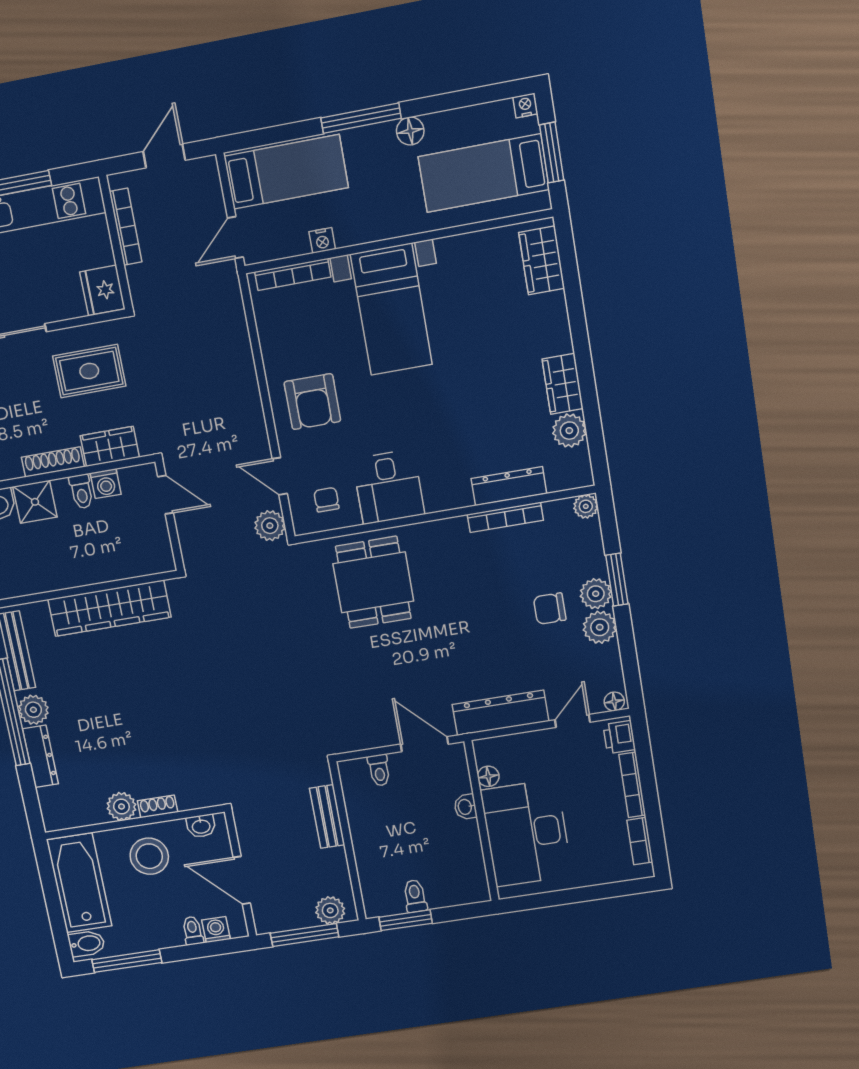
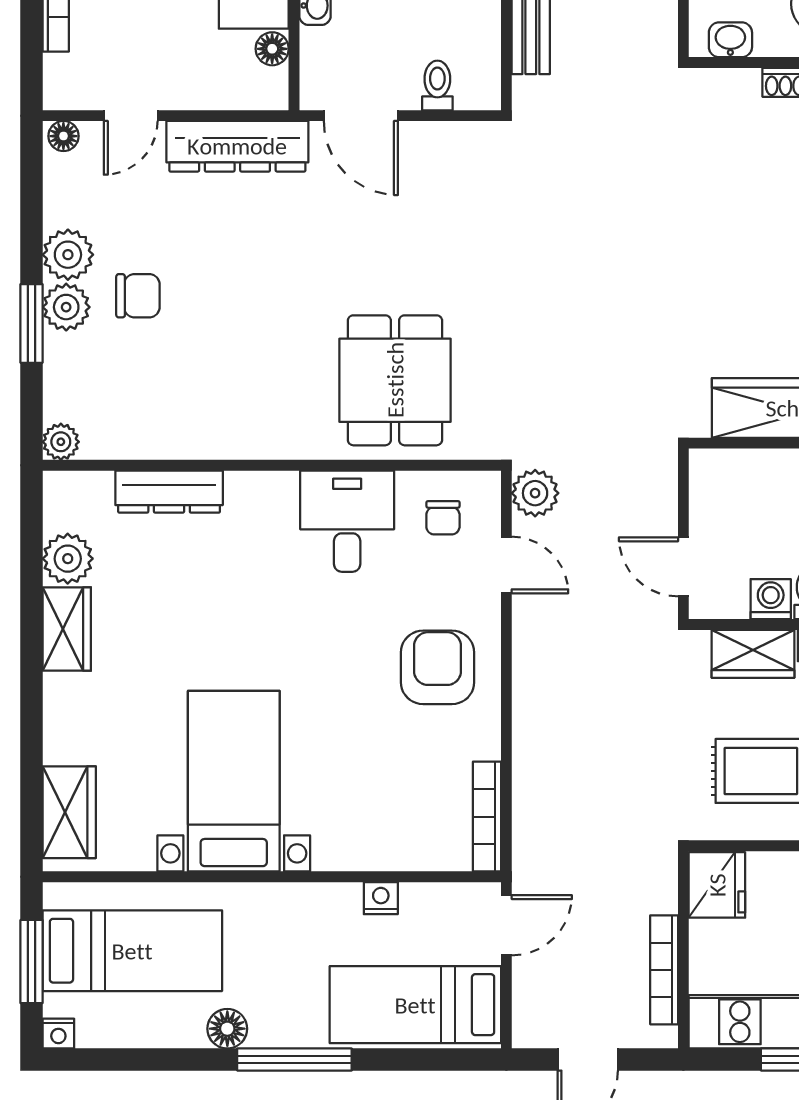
bookcase: (293, 274) -> (487, 817), moved, turned -90
bed with nightstands: (391, 309) -> (234, 781), moved
bookcase: (505, 517) -> (182, 446), removed
printer: (619, 737) -> (64, 79), removed

